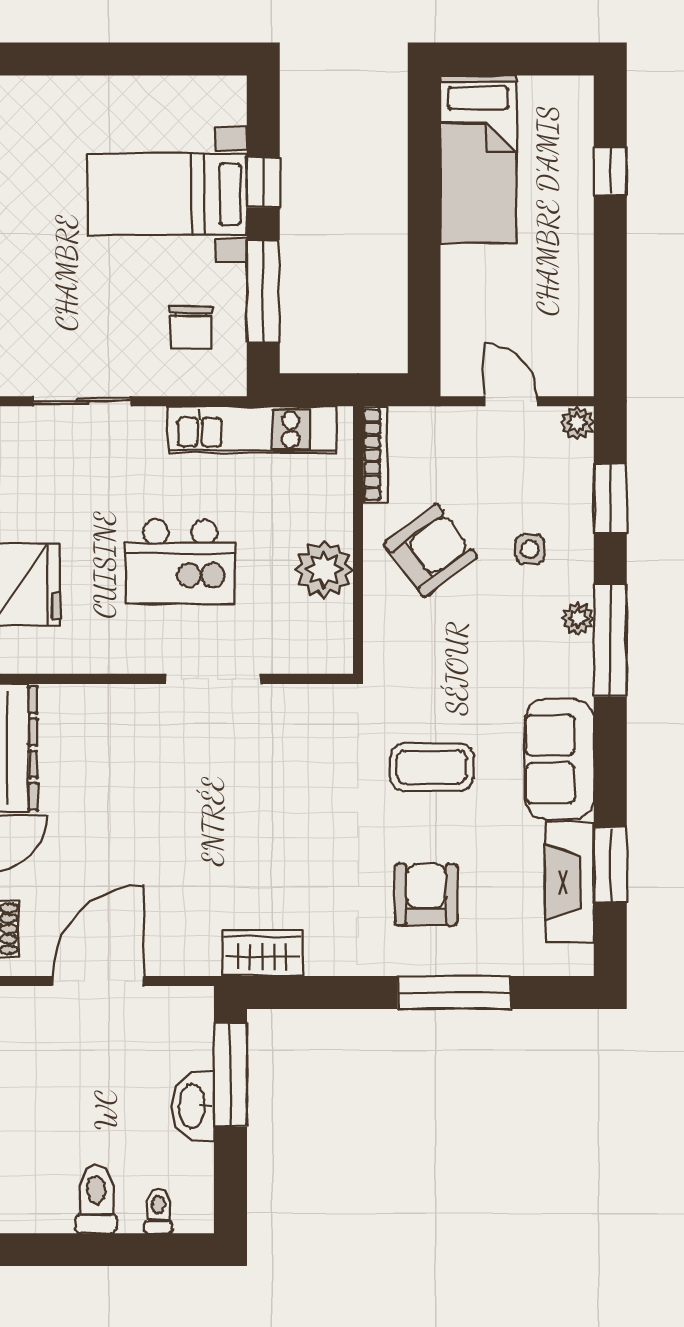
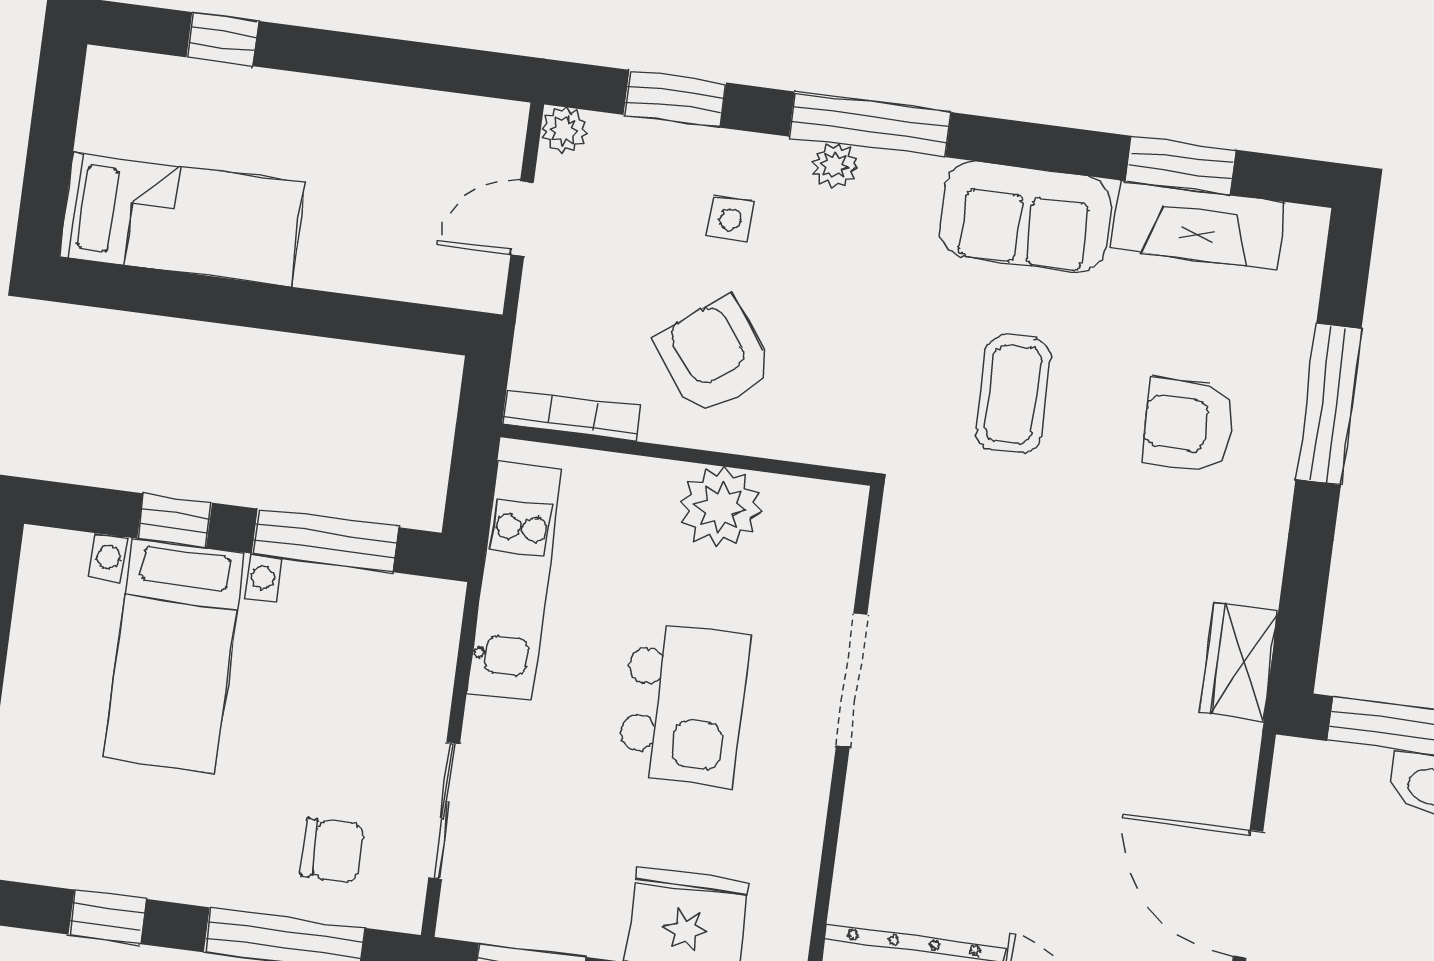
chair: (191, 327) -> (332, 850), moved

